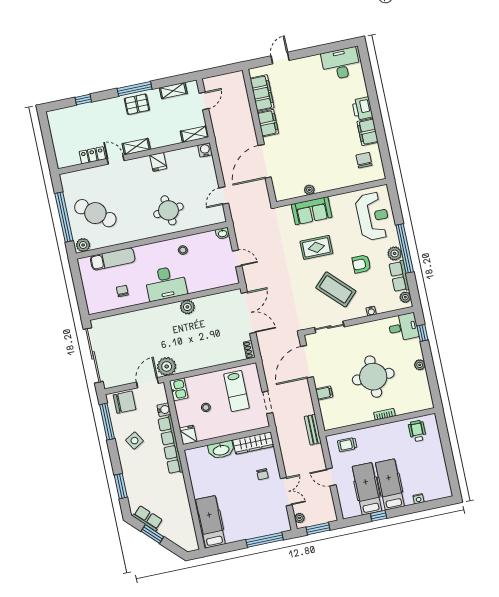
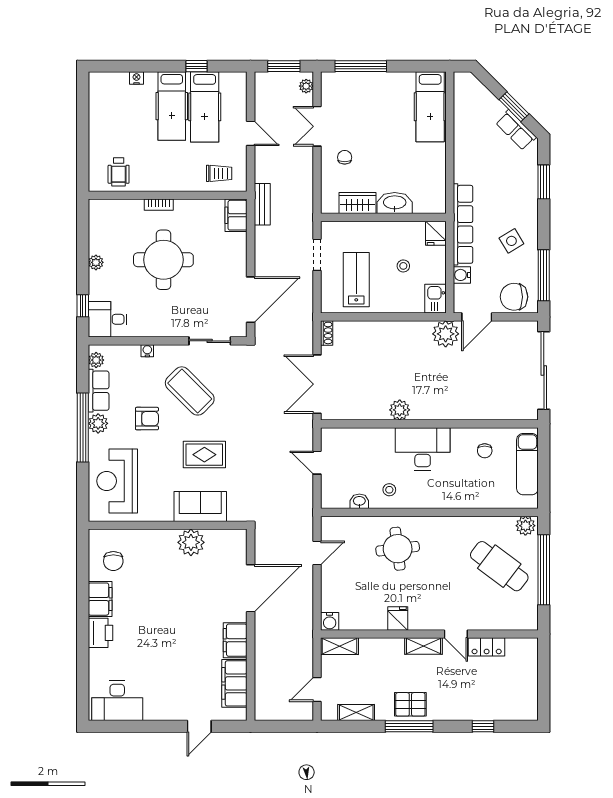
plant: (309, 190) -> (191, 542), width x1.88, depth x1.88
washbasin: (223, 233) -> (359, 501), moved
exam couch: (113, 259) -> (527, 464), moved, turned -90
filing cabinet: (324, 393) -> (236, 215), moved, width x2.00
wardrobe: (253, 443) -> (357, 203), width x0.67

